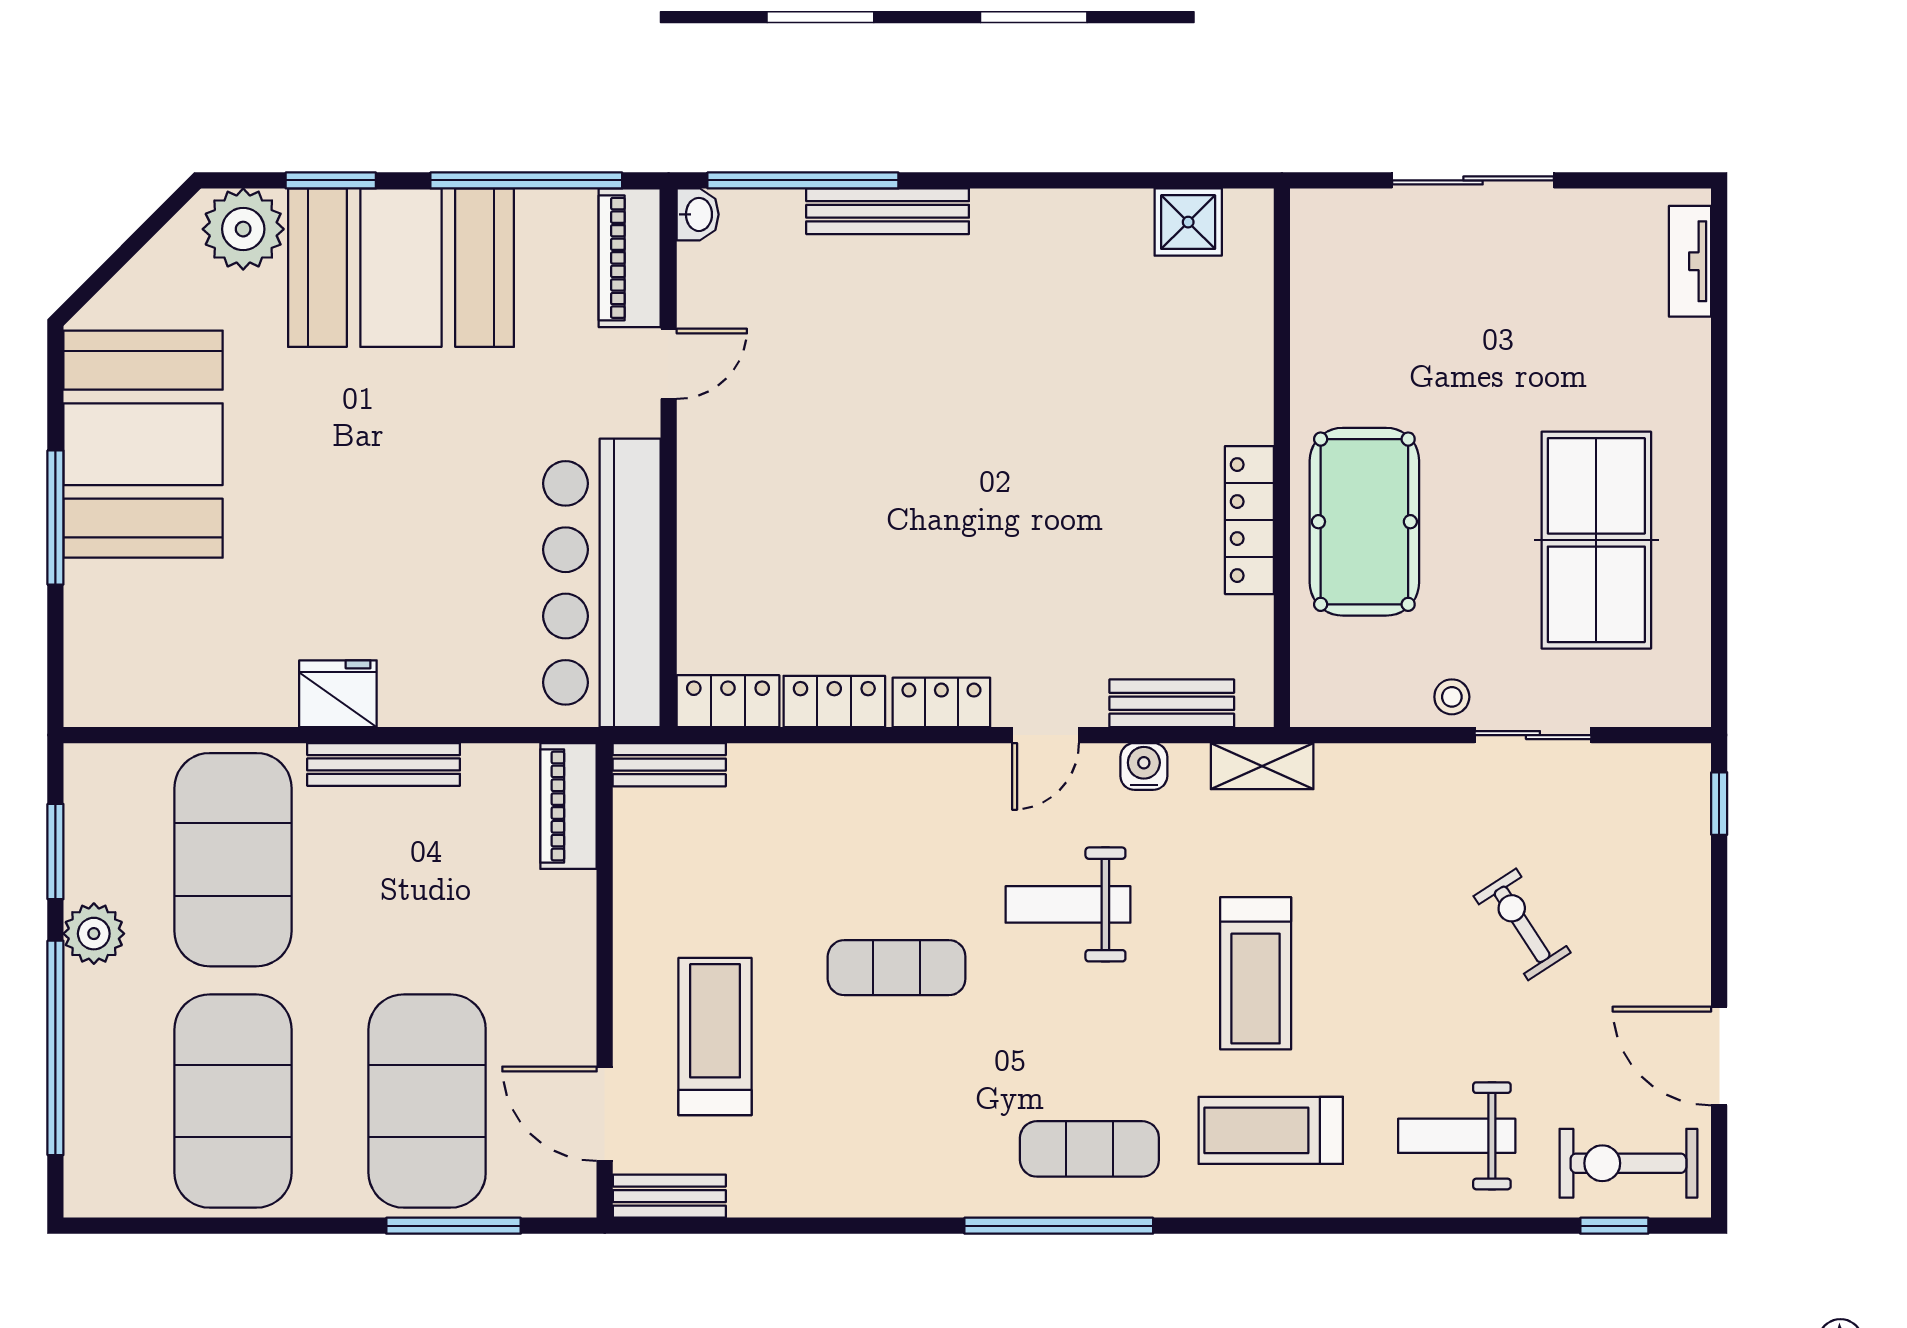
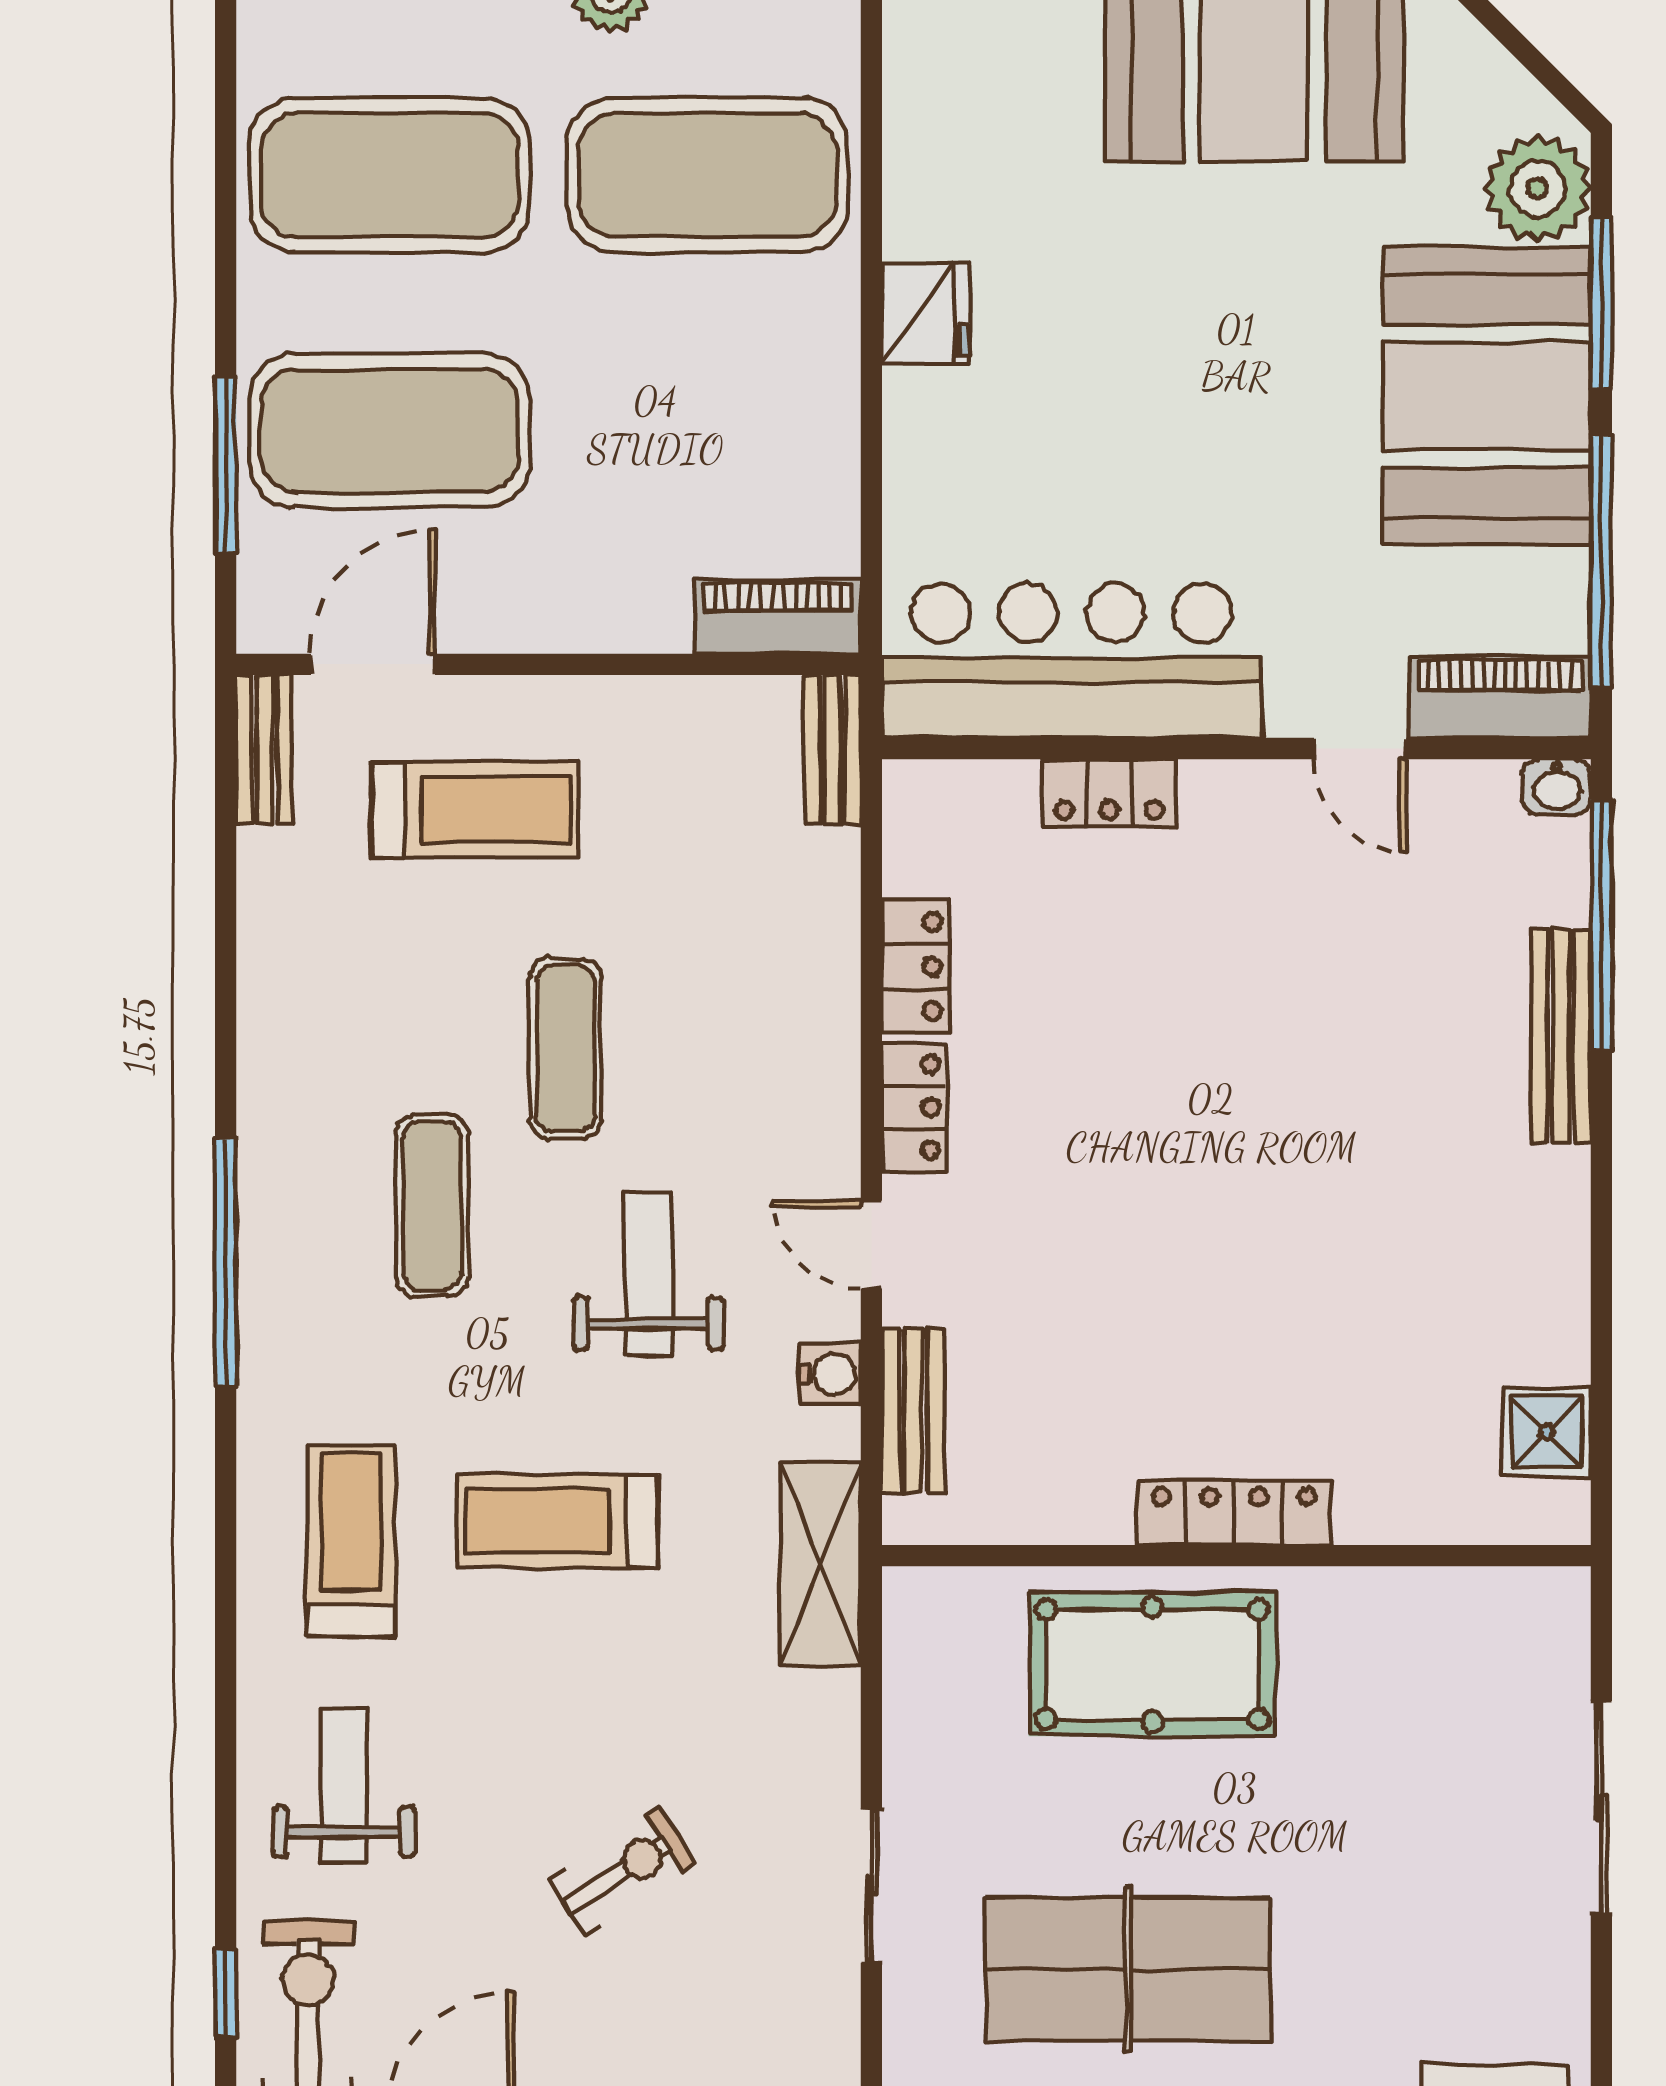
window: (331, 180) -> (1601, 304), width x1.44
locker: (1249, 520) -> (1234, 1513), moved
stool: (1452, 697) -> (922, 1779), removed
locker: (728, 701) -> (1109, 793), moved, turned 90
bench: (384, 764) -> (833, 373), removed
shelving: (1262, 766) -> (820, 1563), width x1.50, depth x1.33
exercise mat: (1089, 1149) -> (432, 1206), moved

